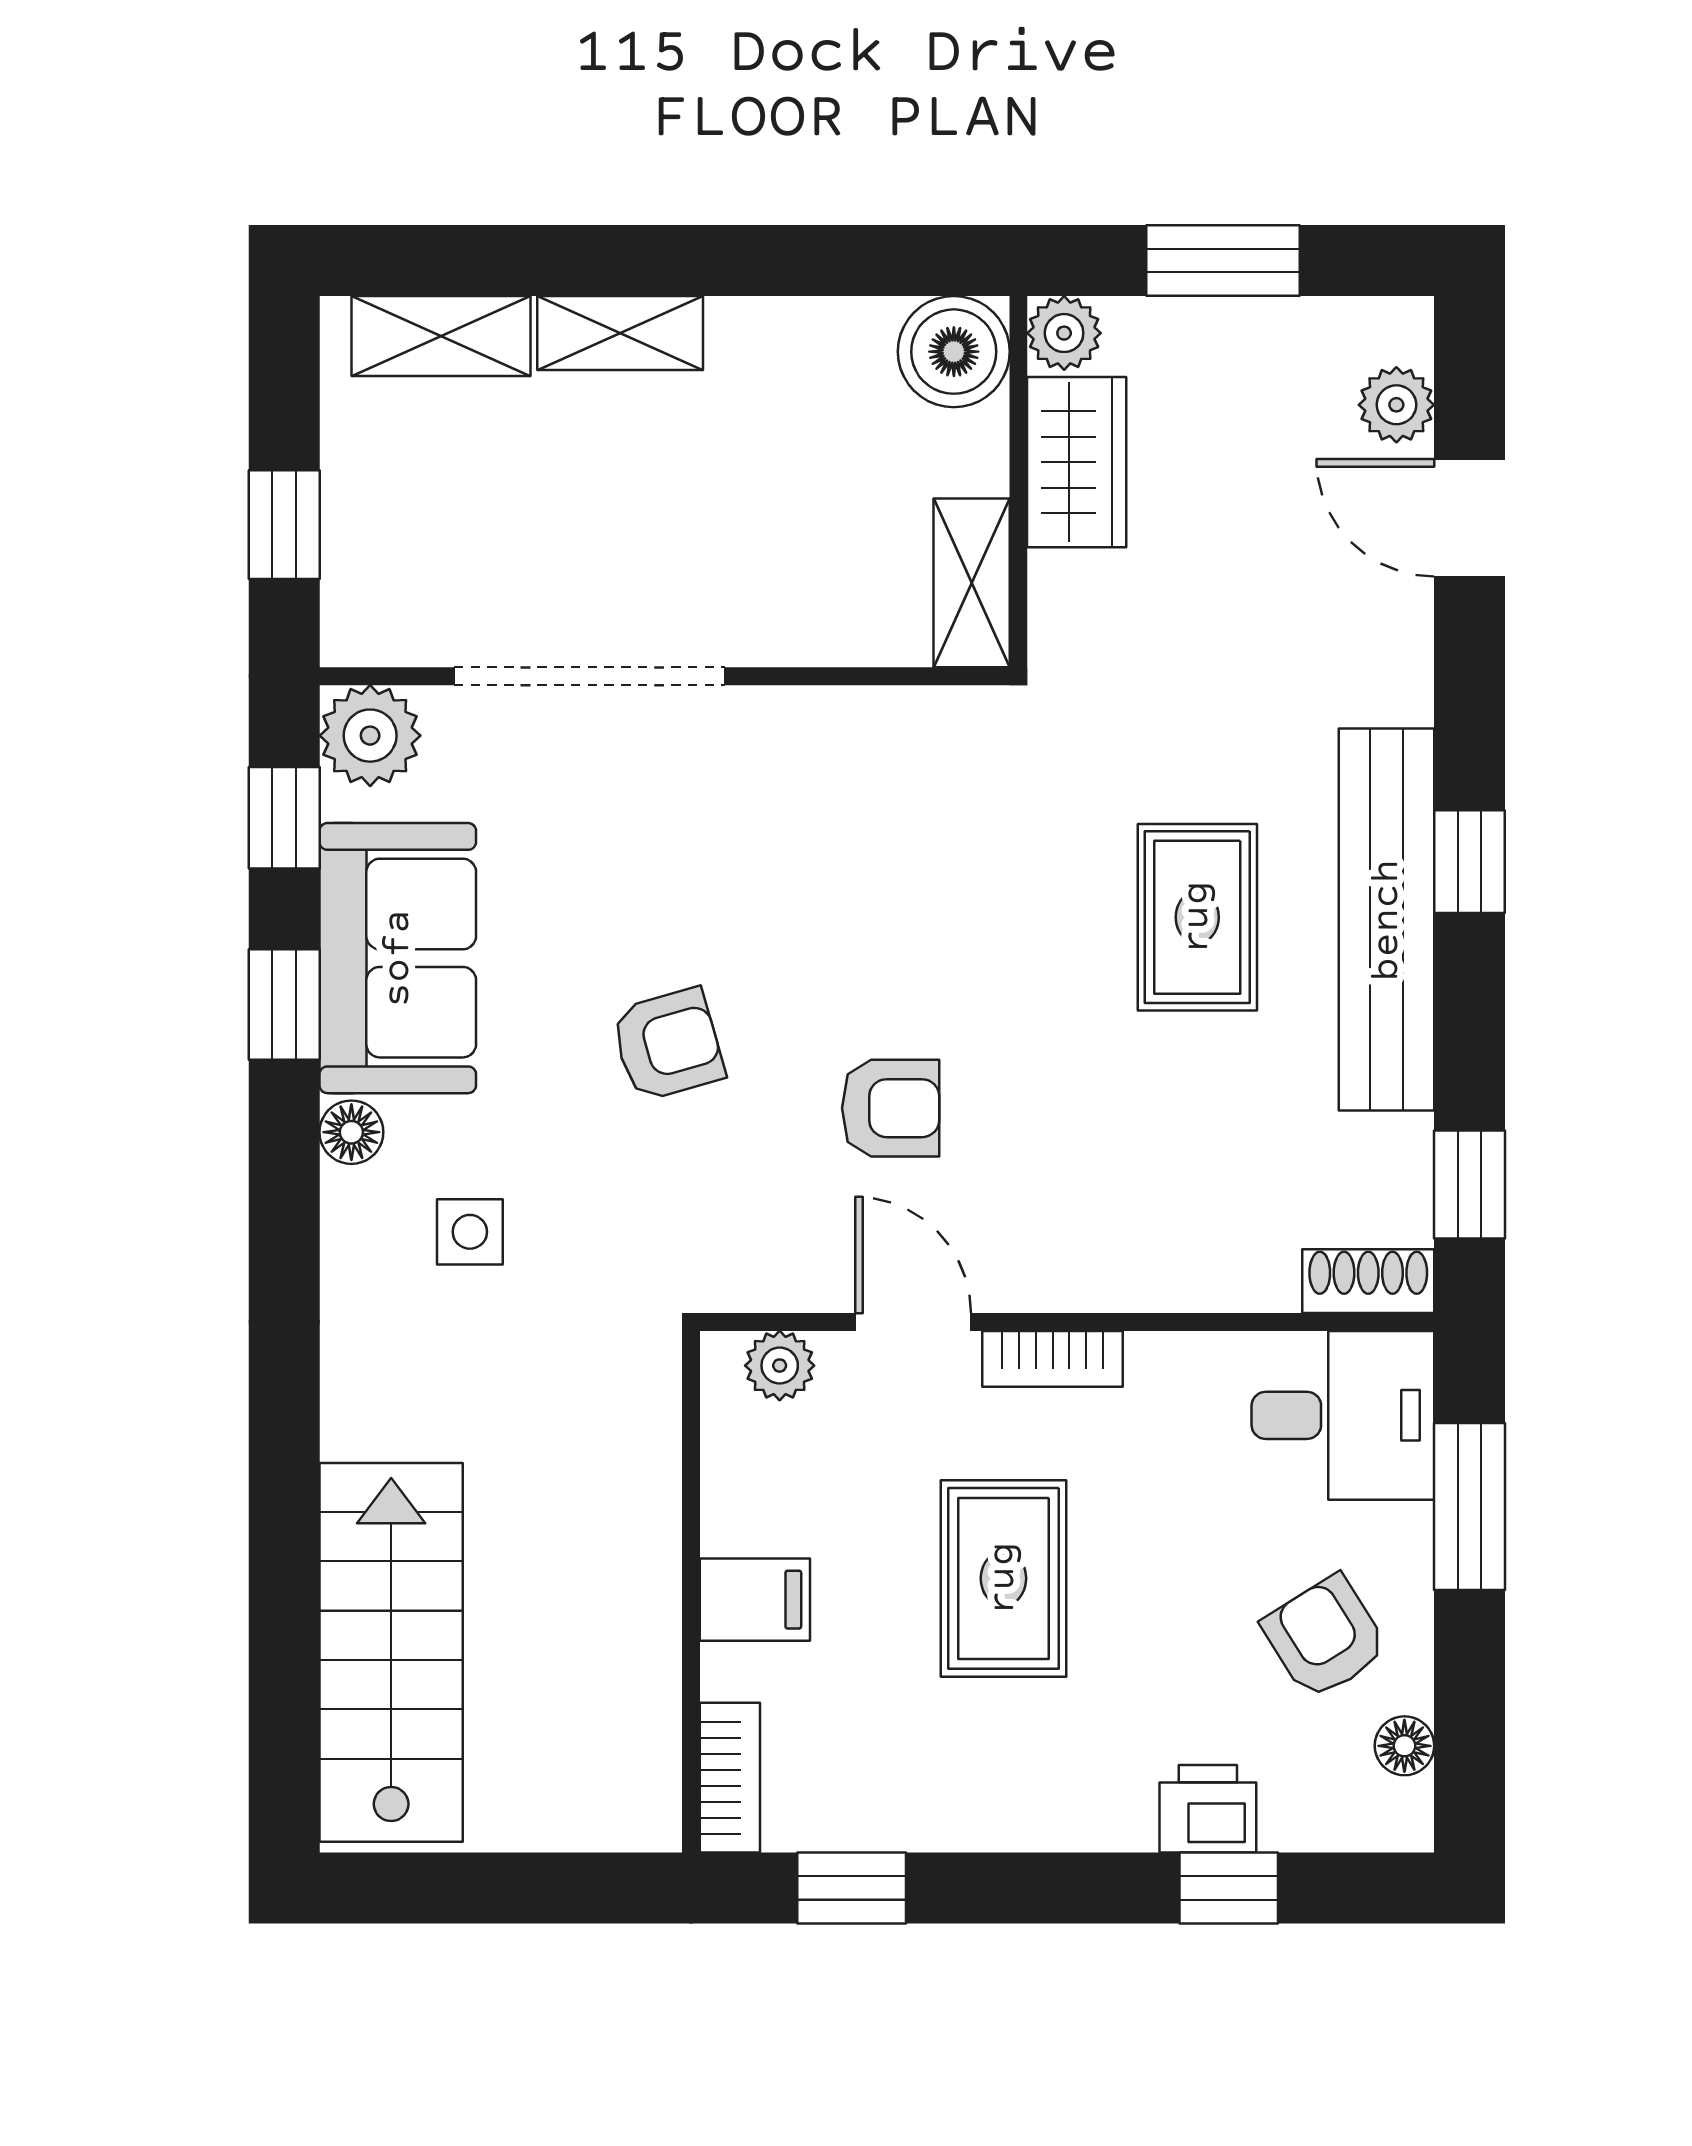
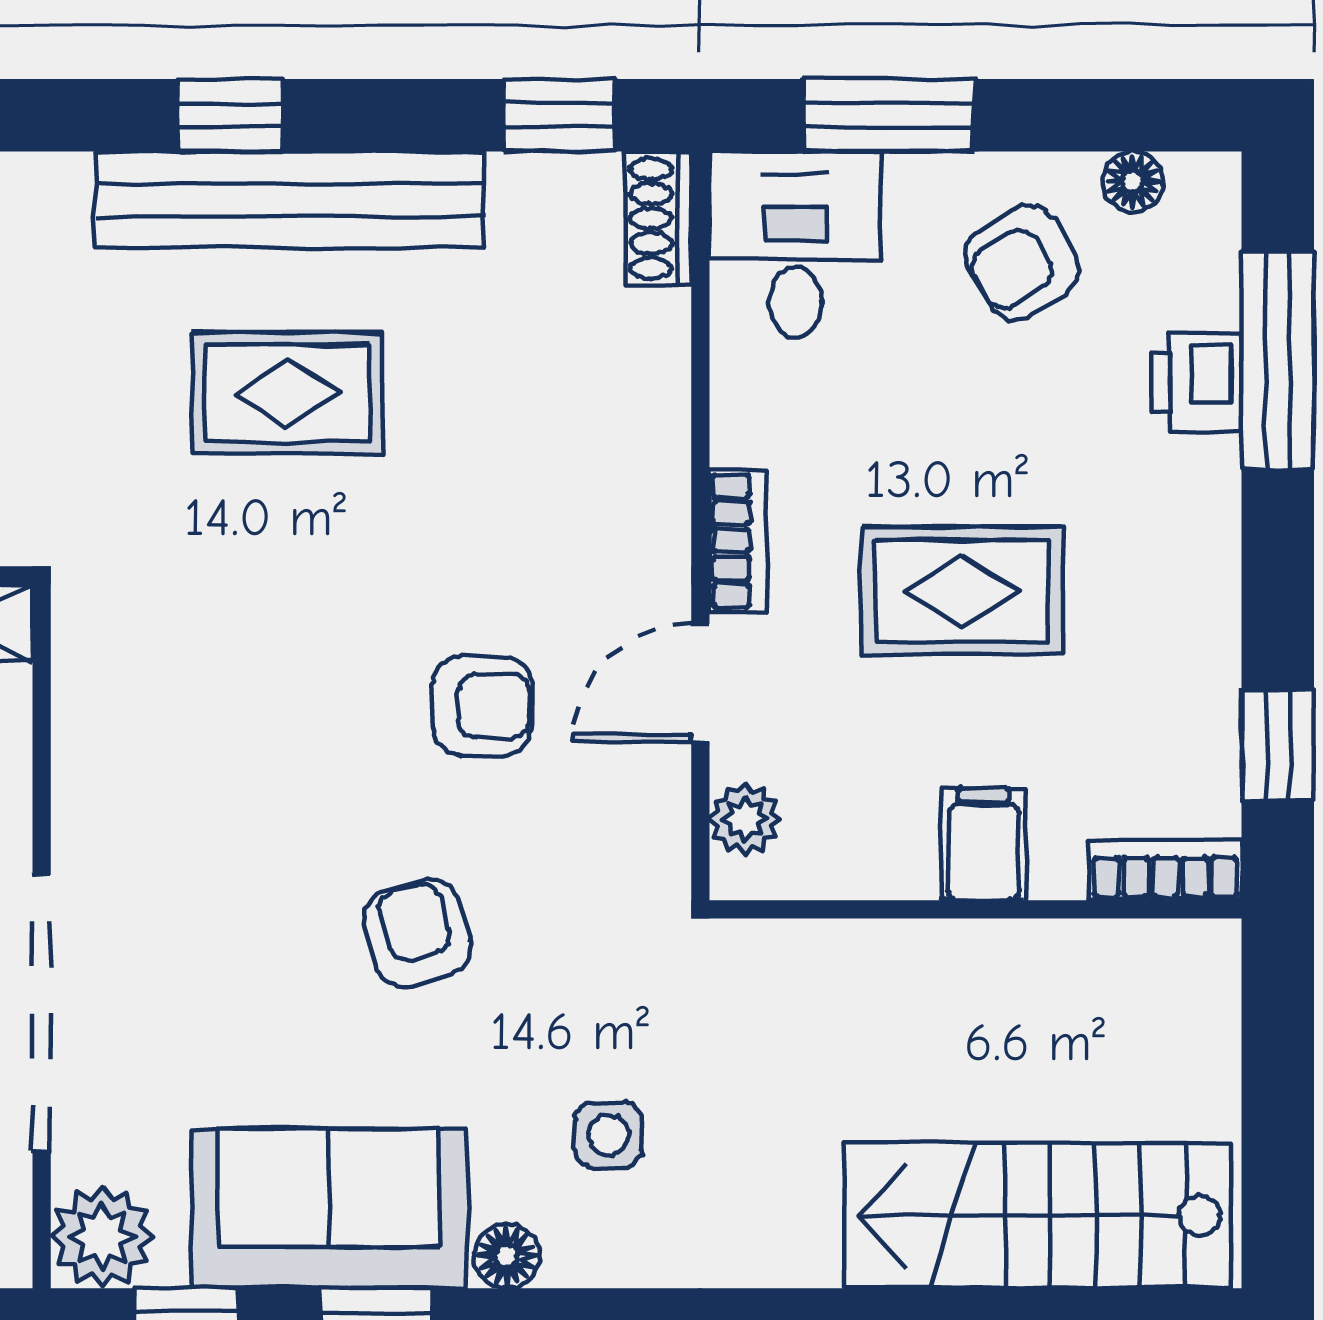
armchair: (891, 1108) -> (482, 706), turned 90
window: (1229, 1888) -> (1278, 361), width x2.17

